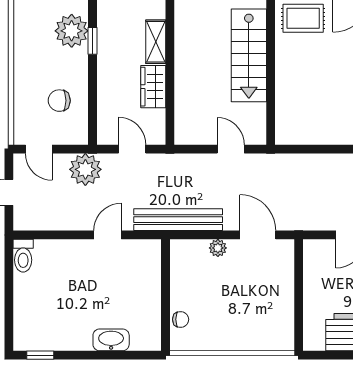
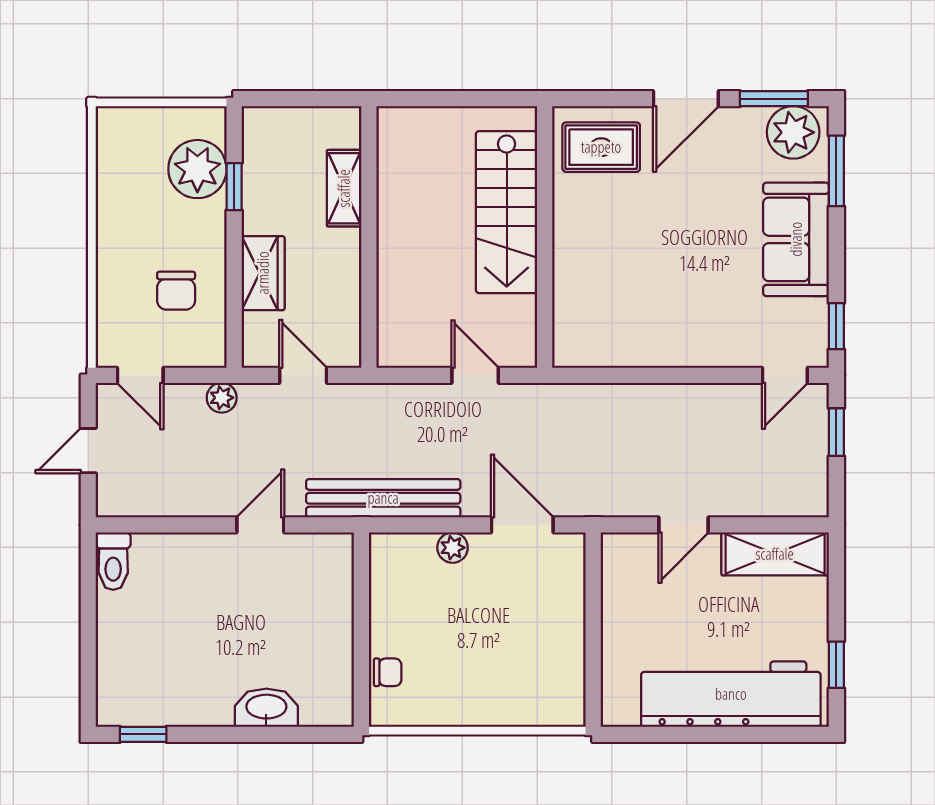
wardrobe: (153, 87) -> (263, 273), moved, turned 180
chair: (59, 101) -> (176, 291), turned -90
plant: (85, 169) -> (222, 398), width x0.53, depth x0.53

